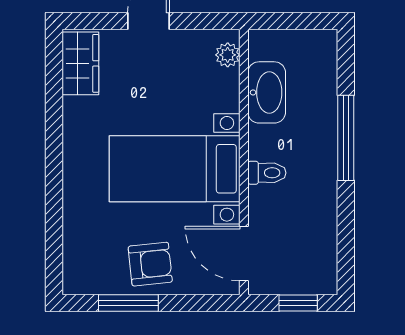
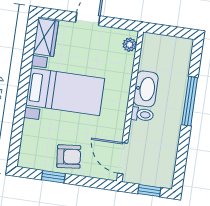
washbasin: (267, 92) -> (146, 89), moved
bed with nightstands: (175, 169) -> (65, 92), moved, turned 180
window: (128, 303) -> (53, 177), width x0.67

